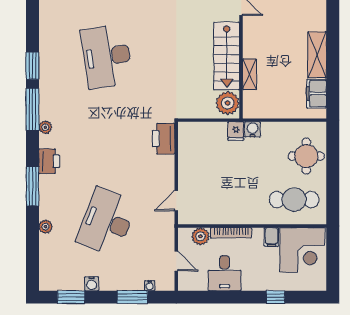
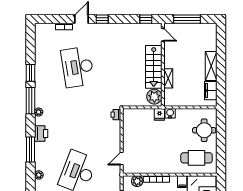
printer: (164, 139) -> (116, 115), width x0.53, depth x0.68

